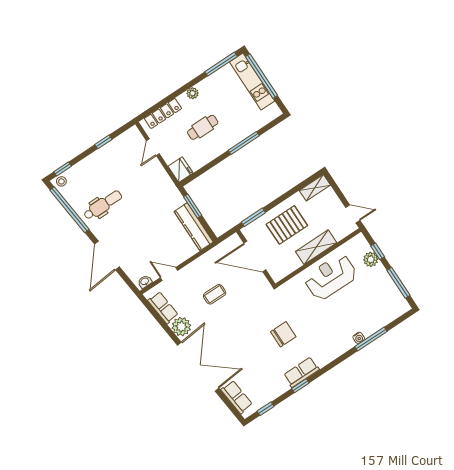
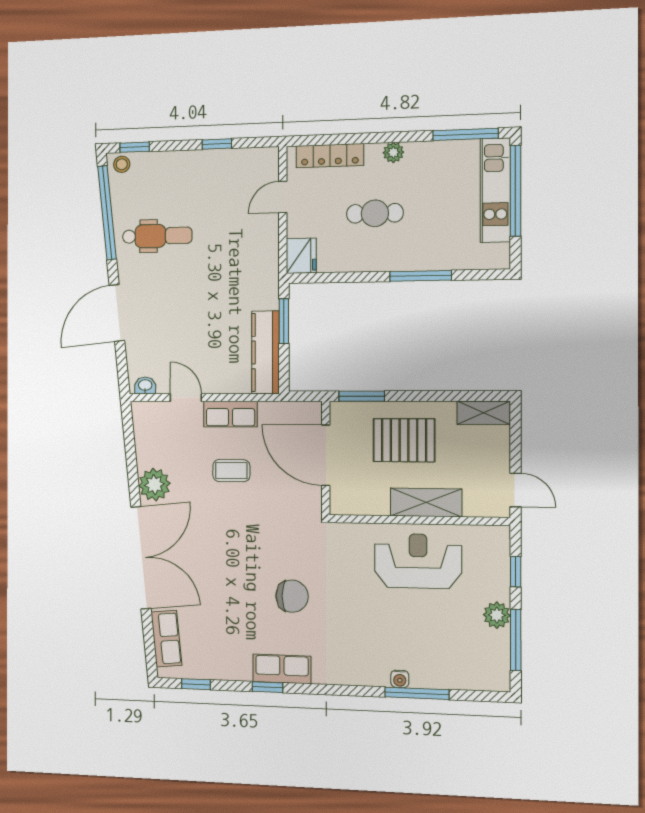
plant: (371, 259) -> (497, 615), moved
row of seats: (163, 308) -> (230, 414), moved, turned 96

